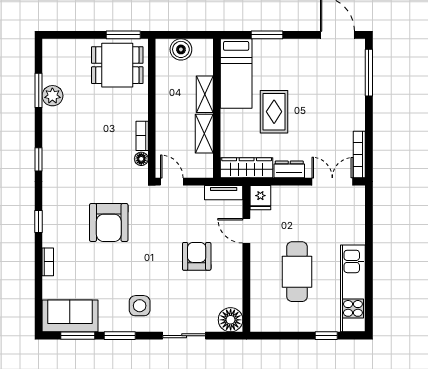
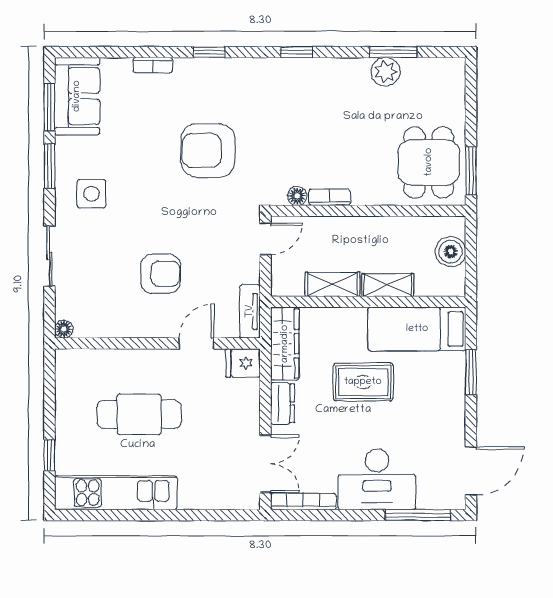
desk: (343, 102) -> (377, 479), added
floor lamp: (231, 320) -> (64, 329), width x0.53, depth x0.53

